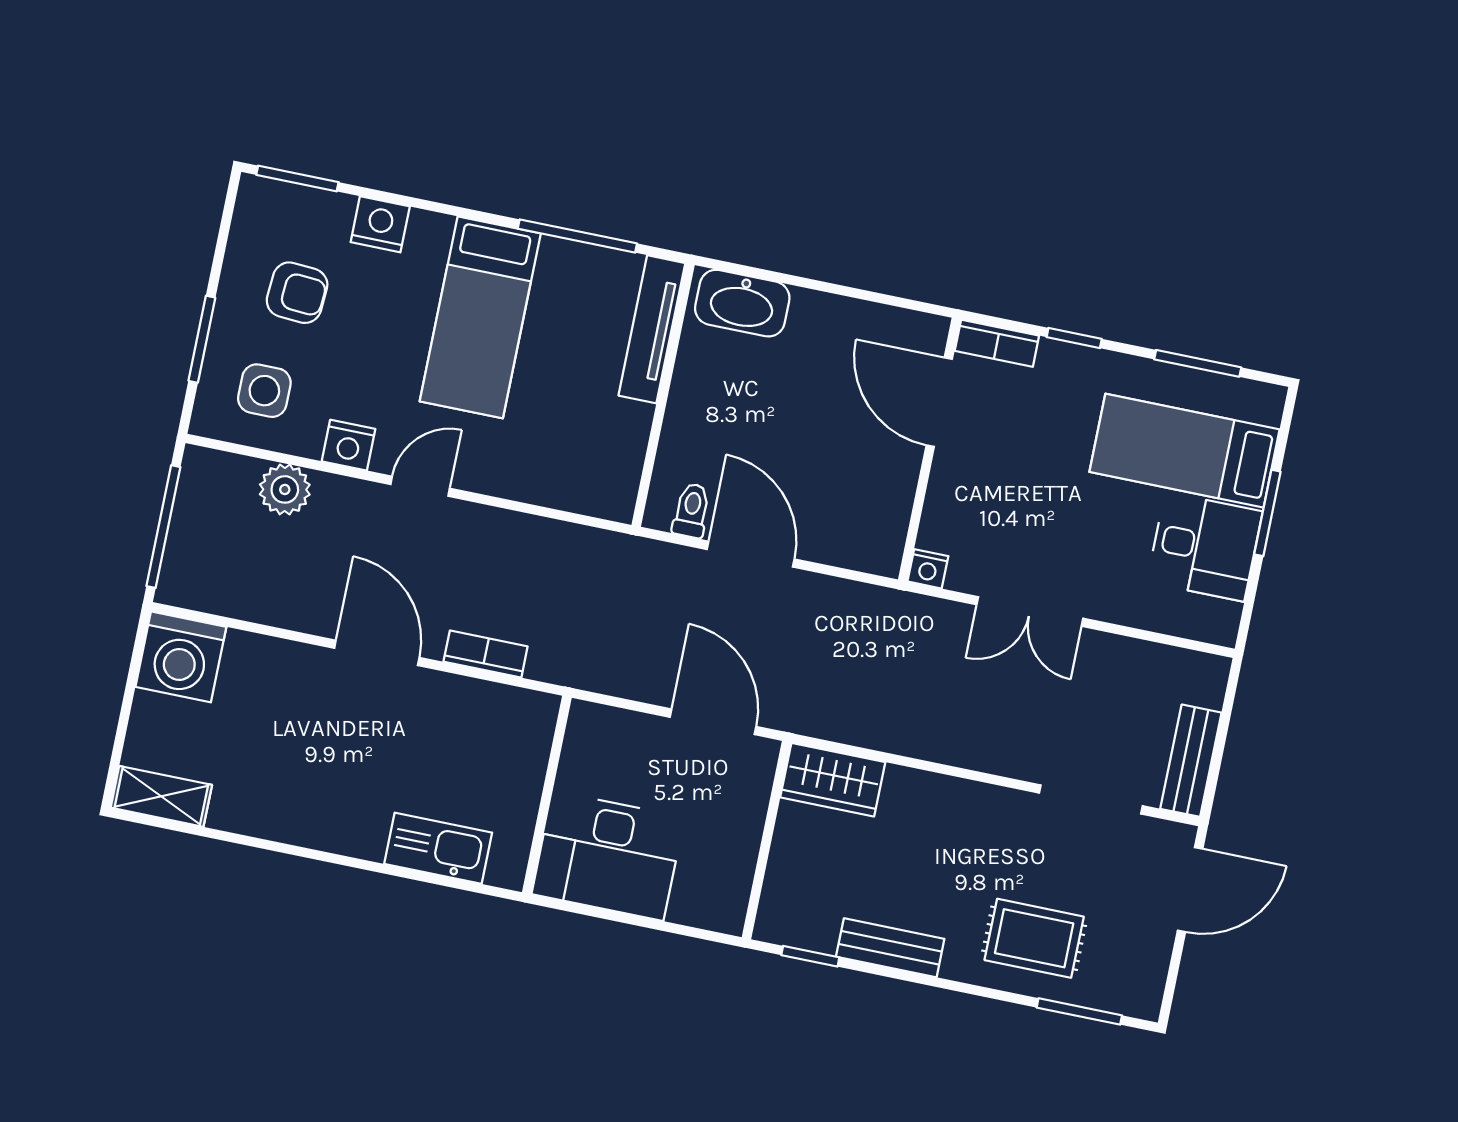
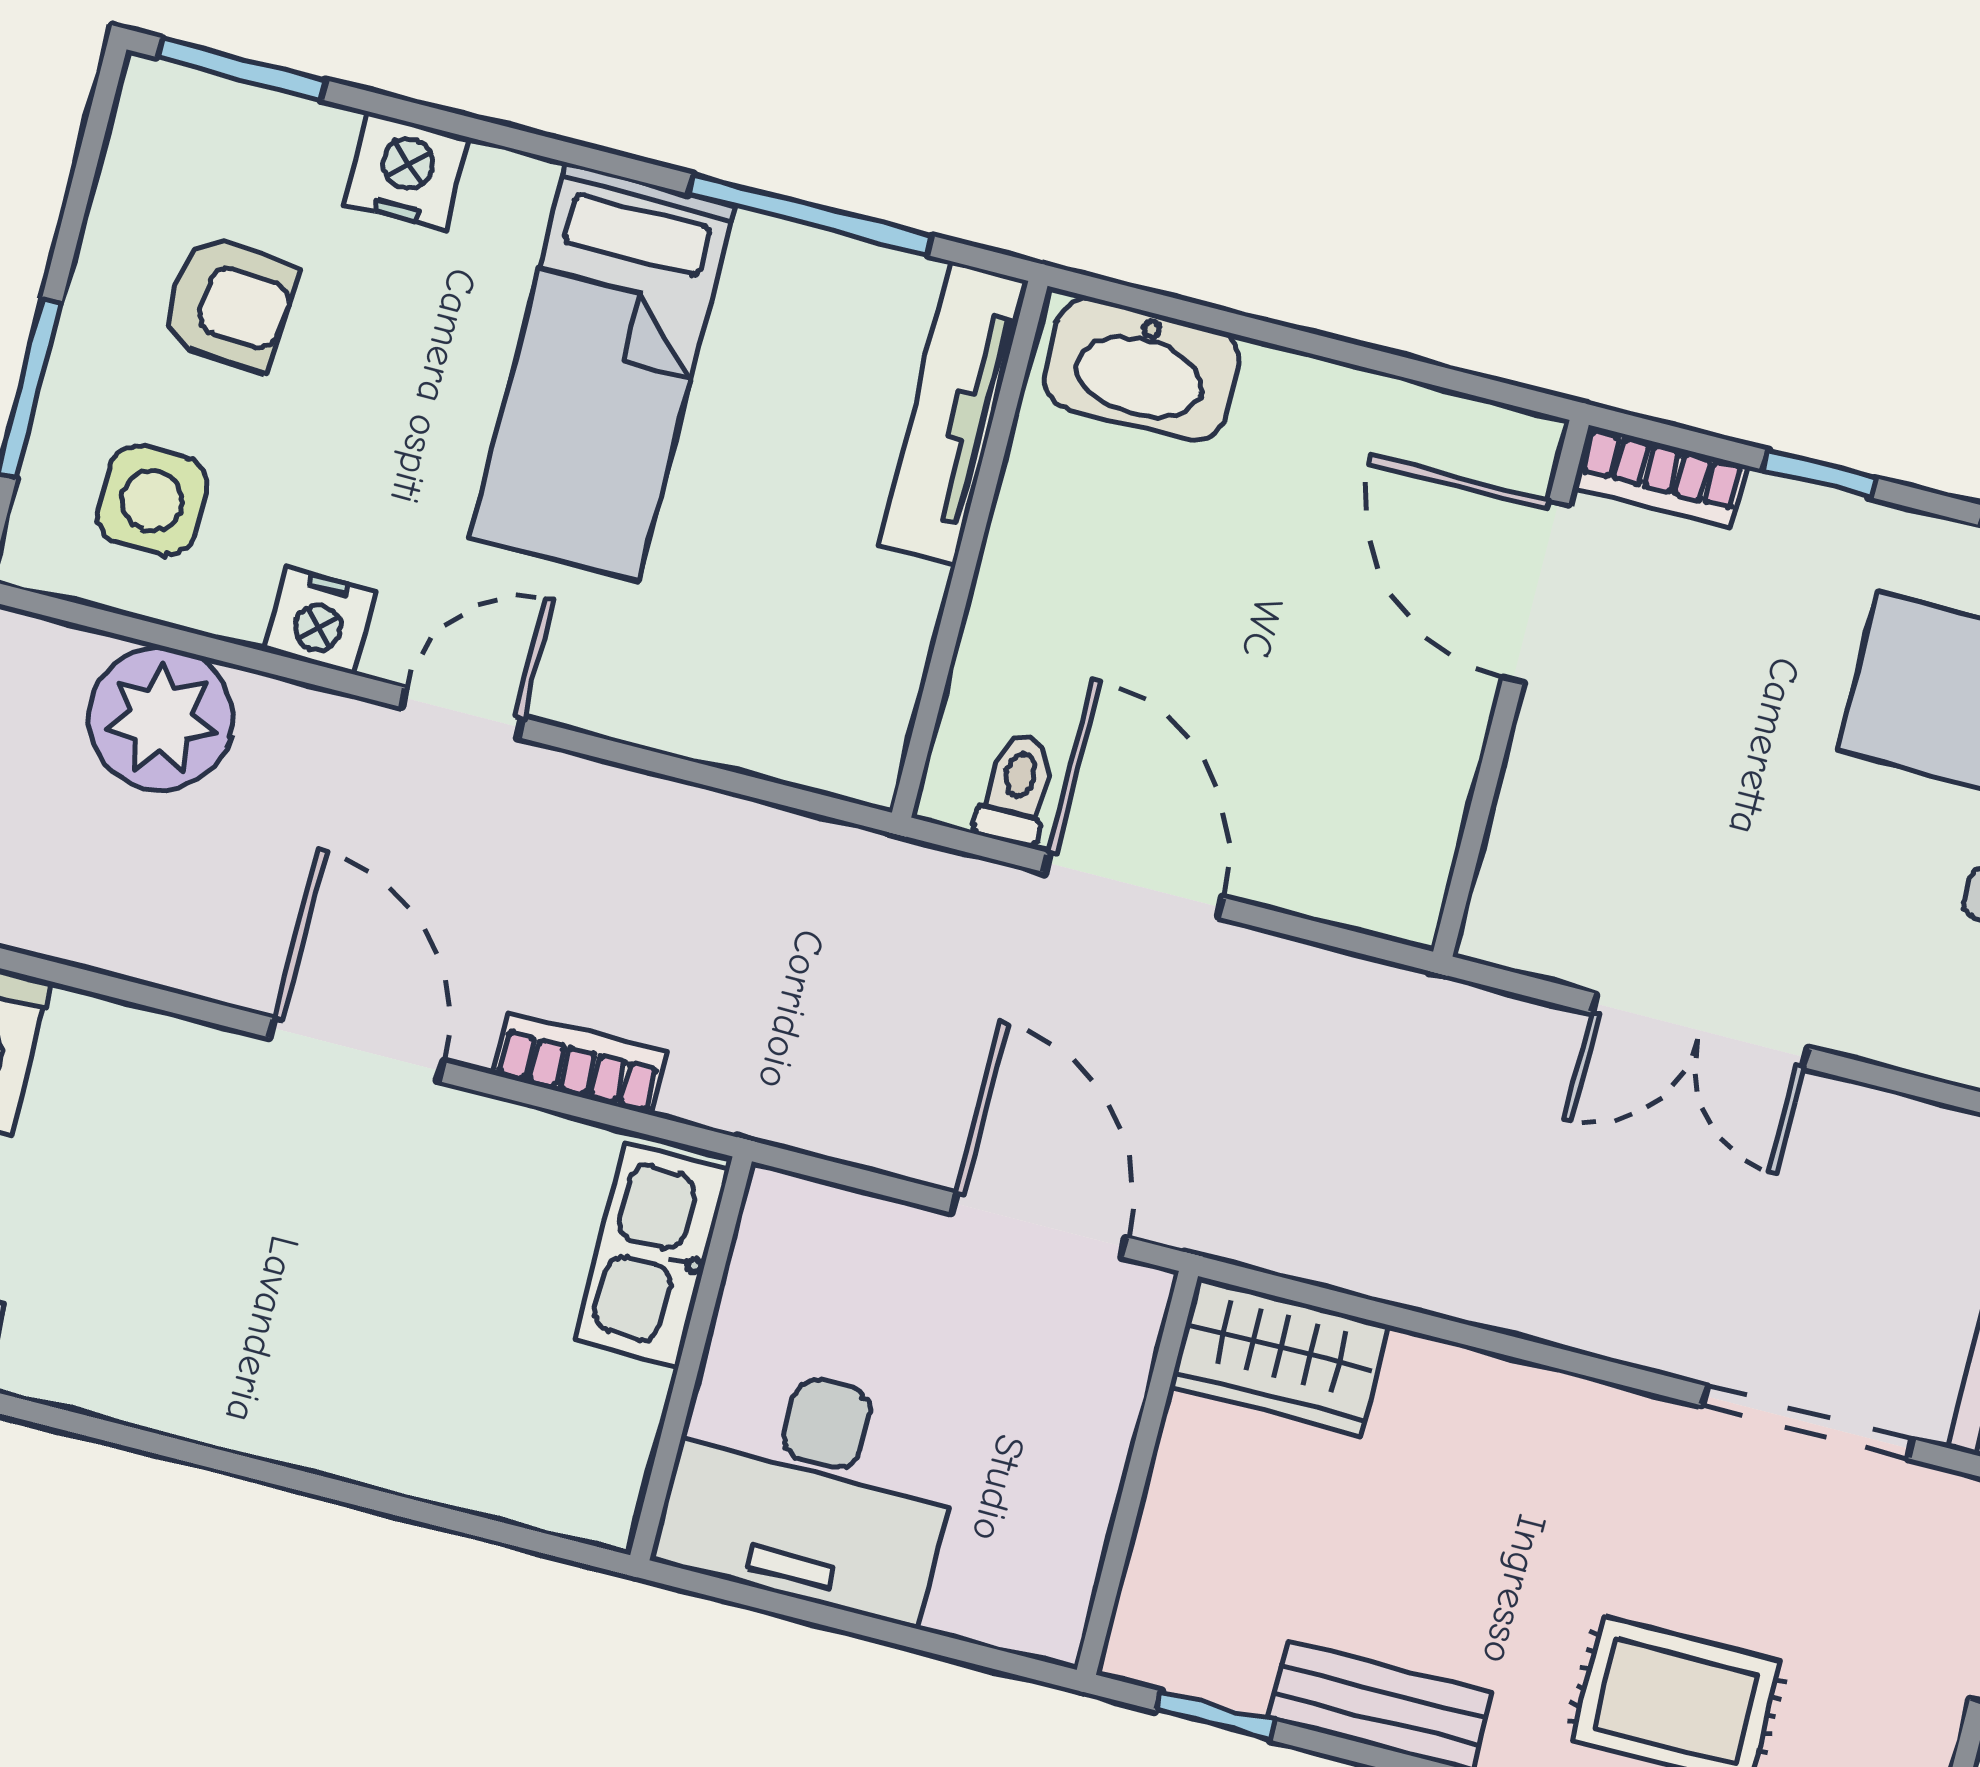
plant: (285, 489) -> (161, 719), width x1.36, depth x1.36
nightstand: (928, 569) -> (1496, 933), removed
kitchen sink: (438, 848) -> (652, 1255), moved, turned -90

